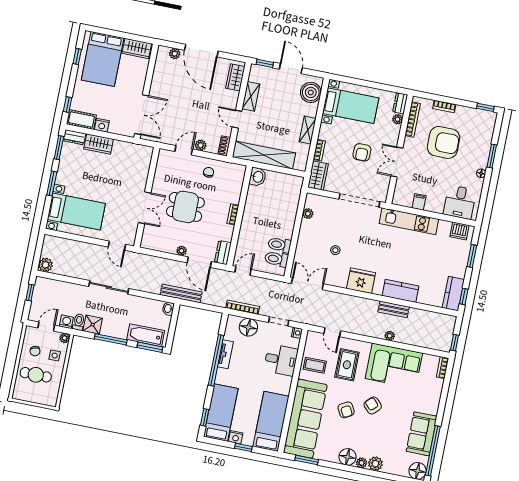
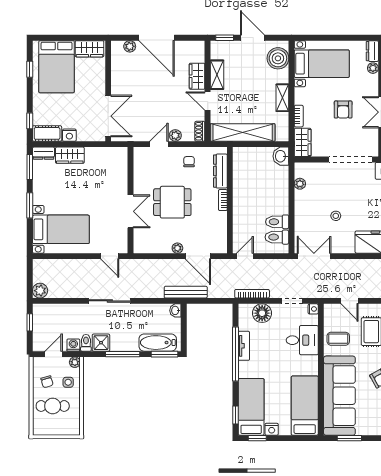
wardrobe: (235, 77) -> (197, 76), moved
washbasin: (258, 177) -> (281, 156), moved, turned 180
dresser: (223, 252) -> (220, 171), moved, width x1.44
window: (243, 447) -> (257, 438), moved

